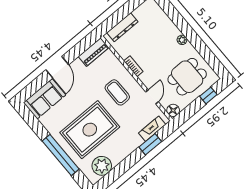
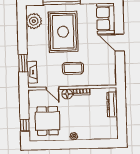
piano: (94, 52) -> (111, 74), removed
floor lamp: (173, 110) -> (67, 94), moved

